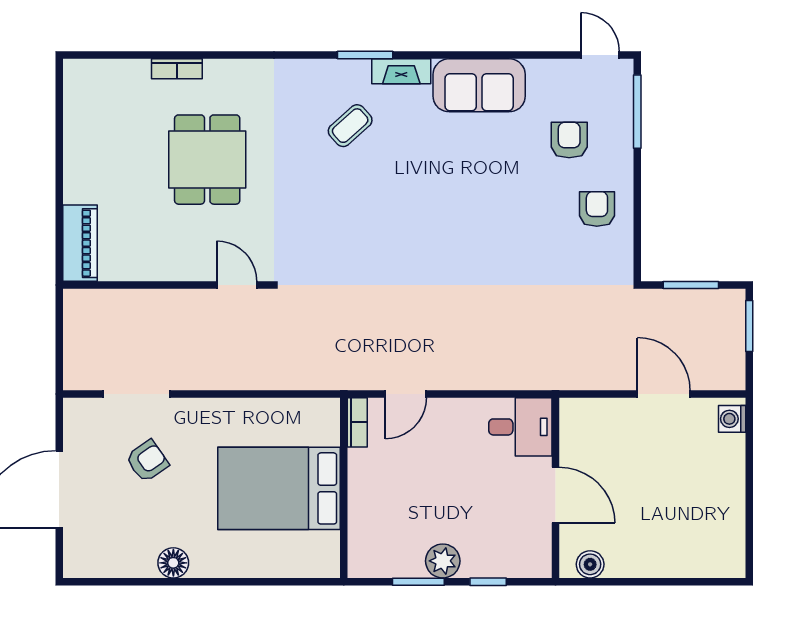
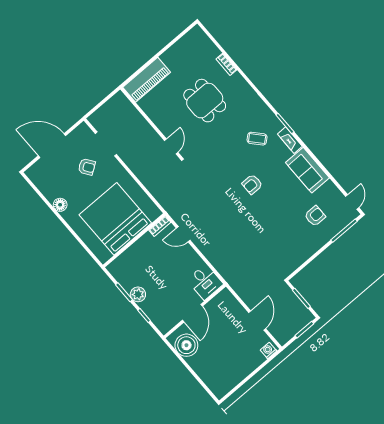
dining table: (207, 160) -> (205, 101), turned 90
armchair: (597, 209) -> (252, 184), moved, turned 180
piano: (80, 243) -> (147, 80), width x1.37, depth x1.33
bed: (279, 488) -> (115, 219), width x1.36
boiler: (590, 564) -> (186, 345), width x1.86, depth x1.86

